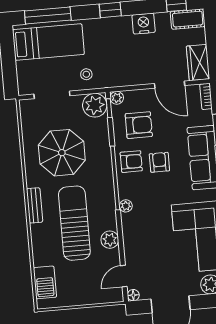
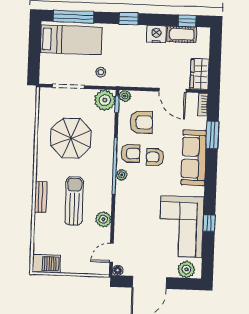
cot: (188, 19) -> (182, 34), moved
armchair: (159, 162) -> (155, 157), turned -90
bench: (35, 205) -> (41, 197), moved
plant: (126, 206) -> (122, 175), moved
sun lounger: (74, 223) -> (74, 201), width x0.73, depth x0.75
barbecue: (45, 282) -> (46, 264), moved, turned -90

